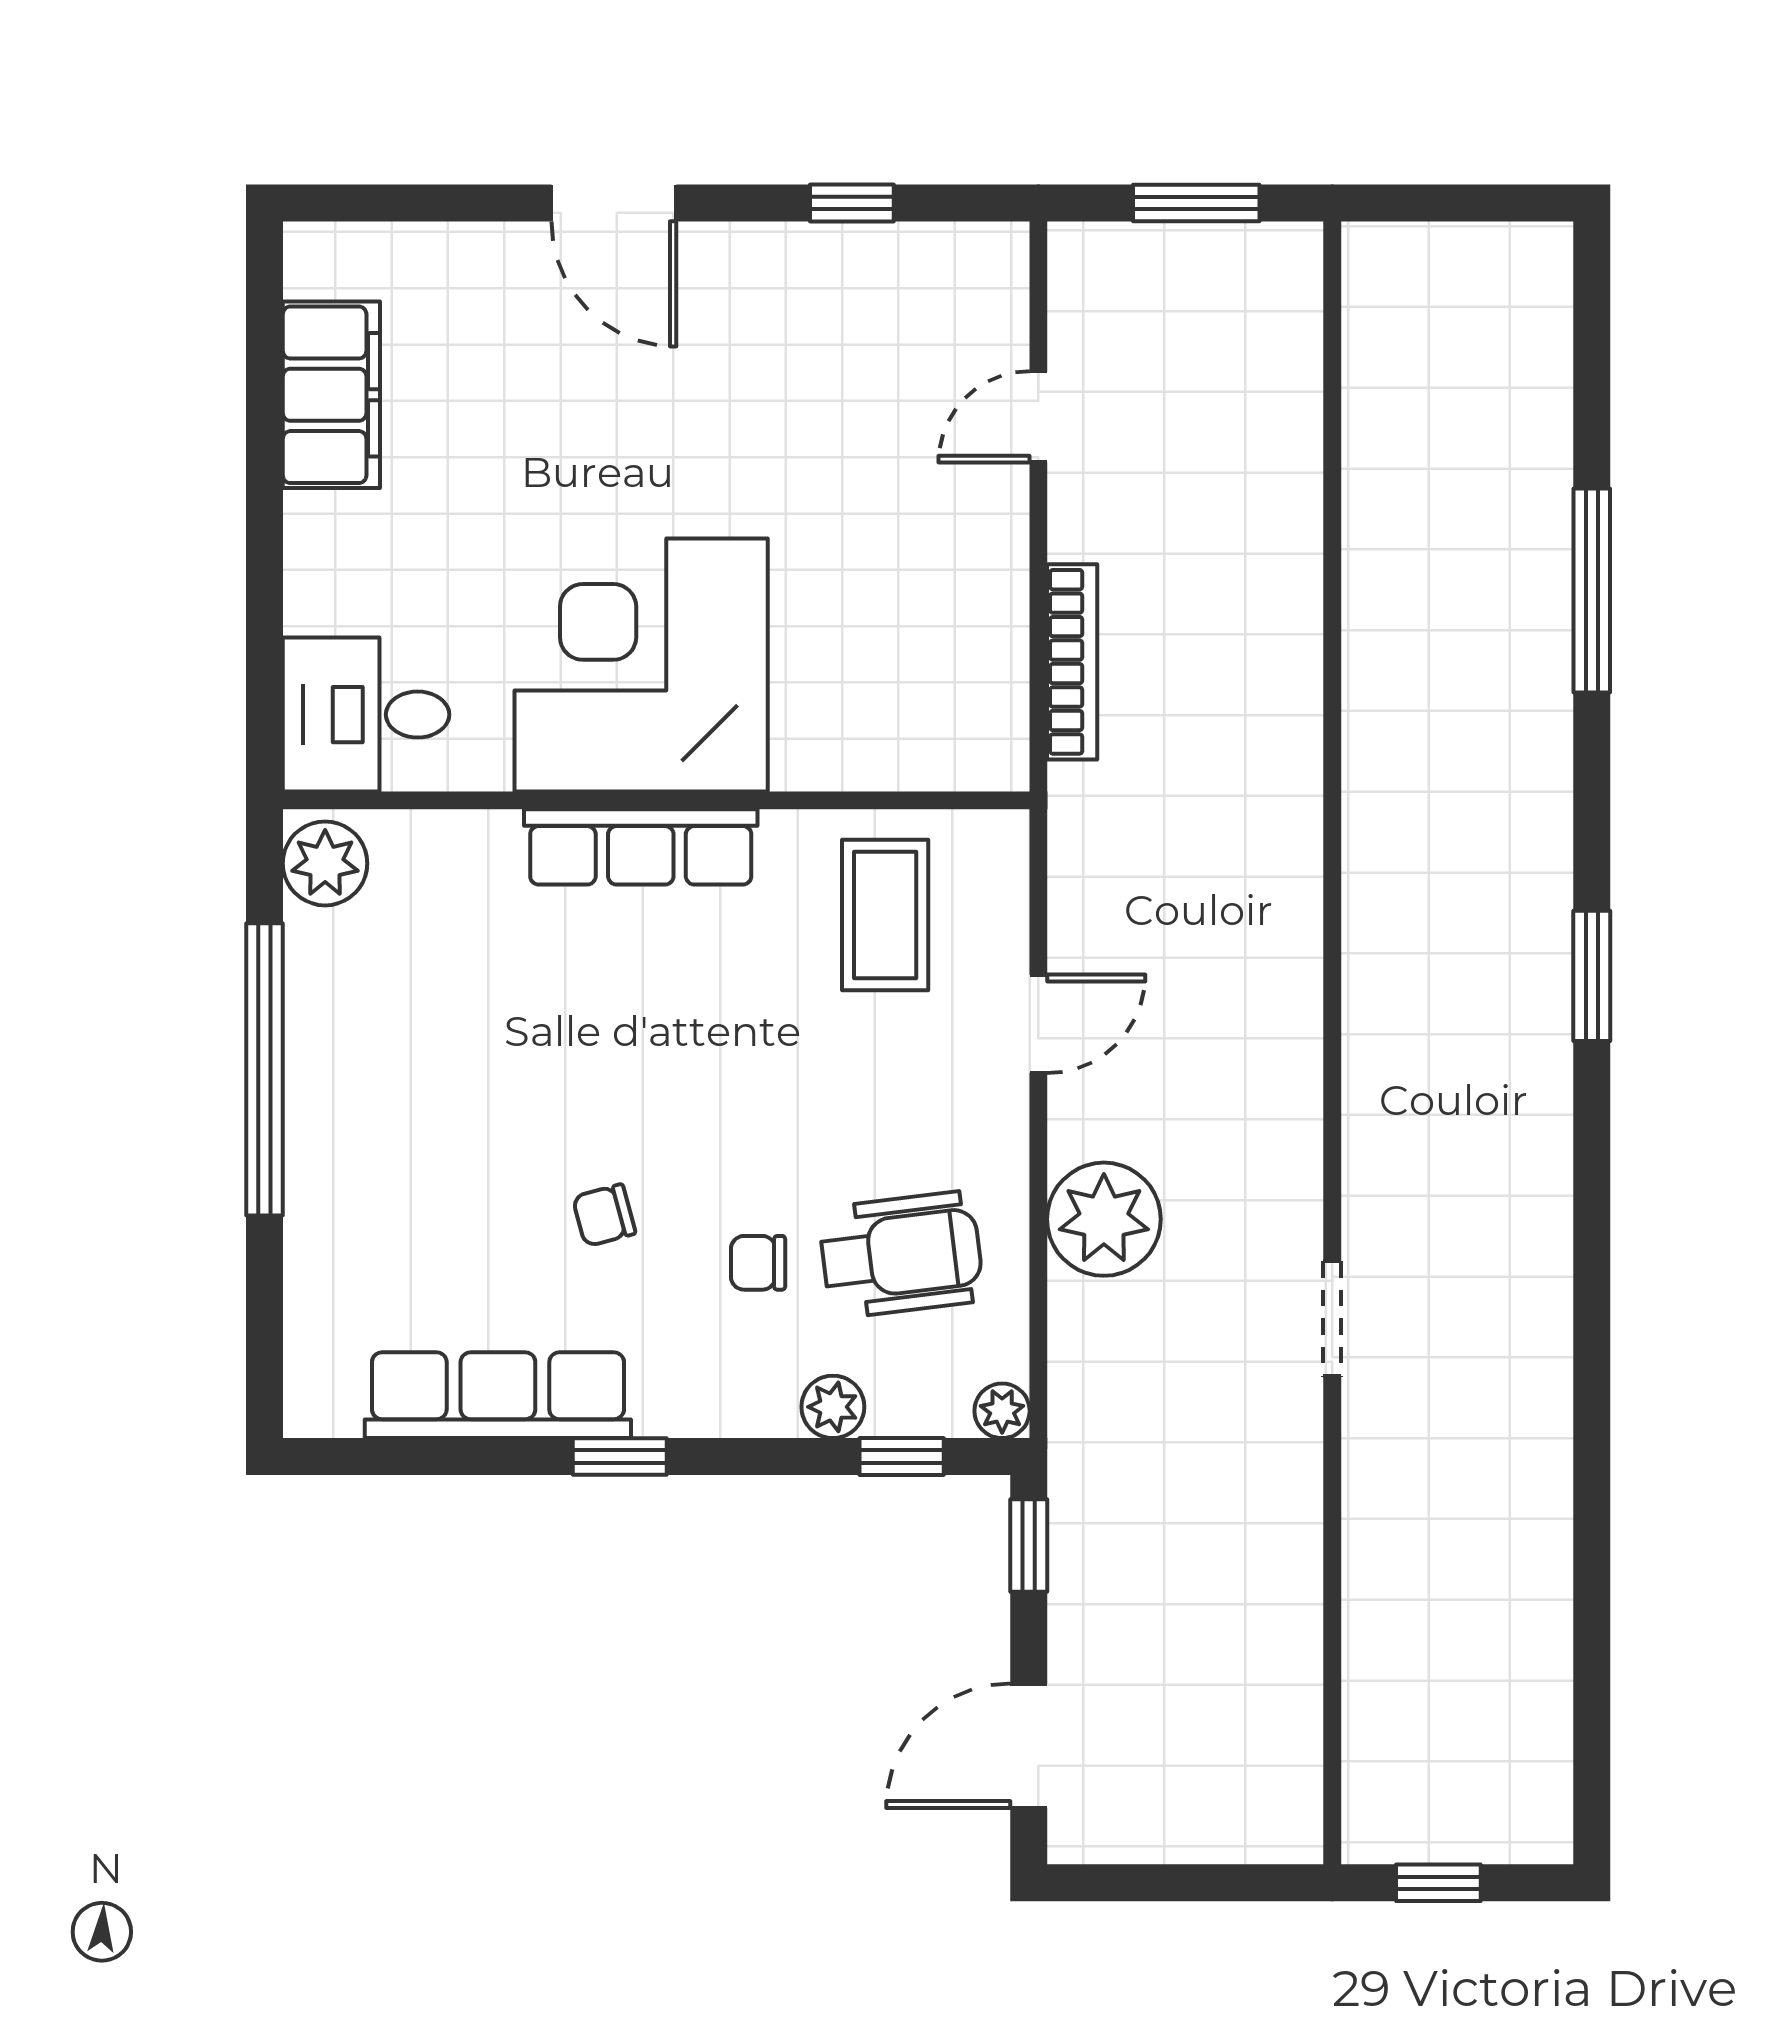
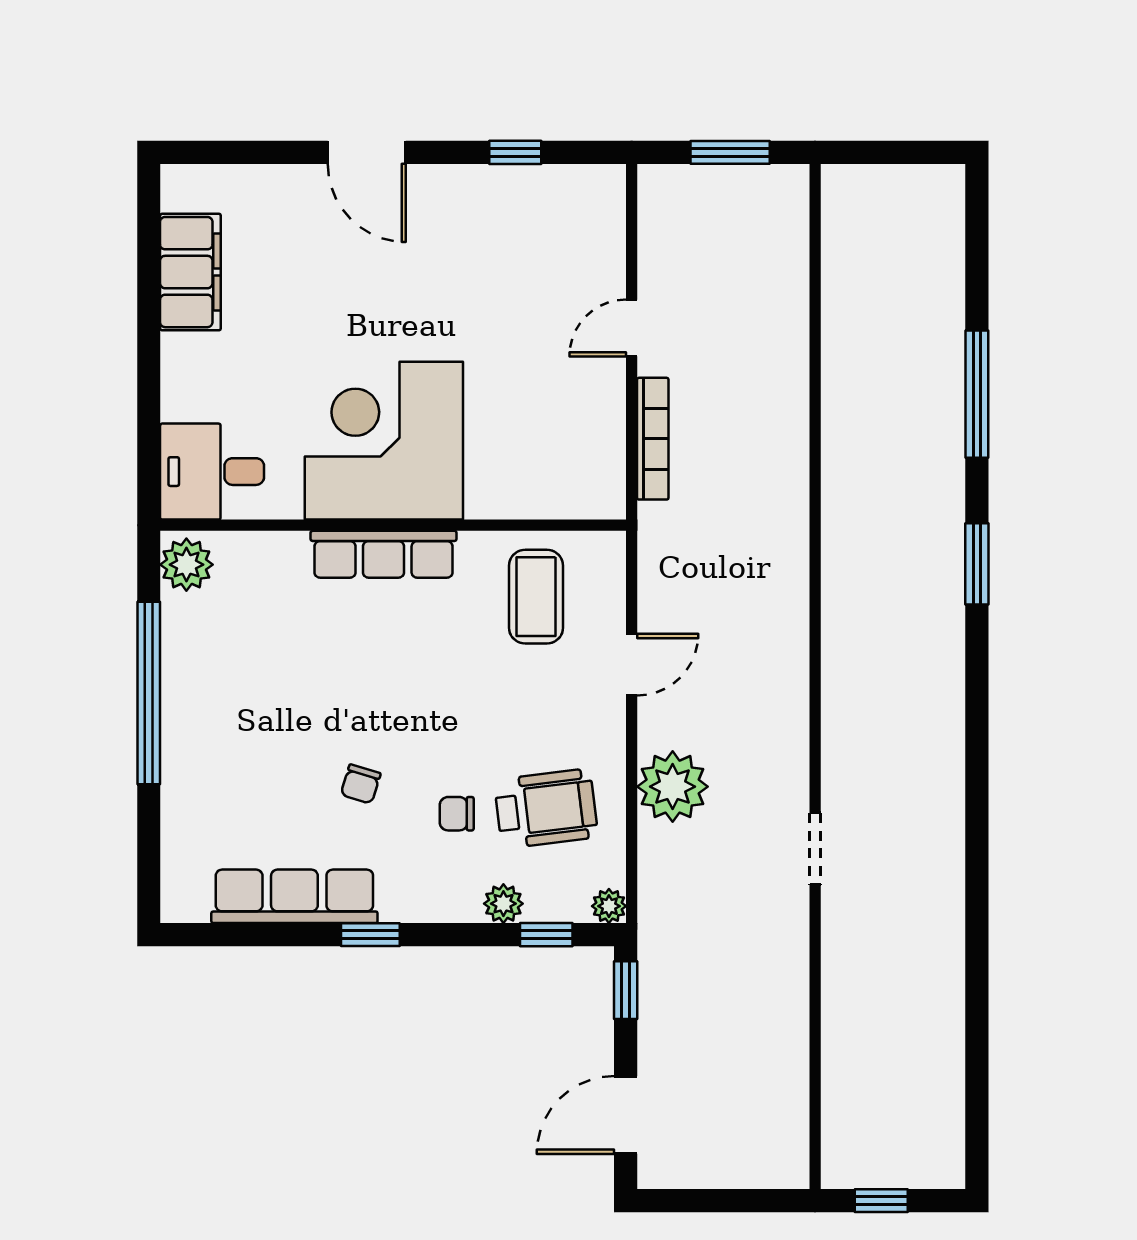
door: (1038, 417) -> (632, 328), moved
window: (1592, 976) -> (977, 564), moved
chair: (604, 1215) -> (361, 784), turned -58

